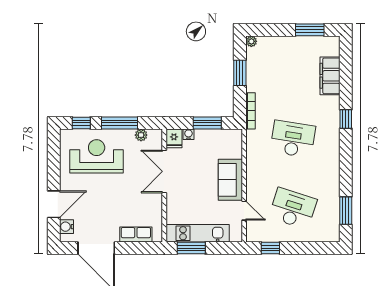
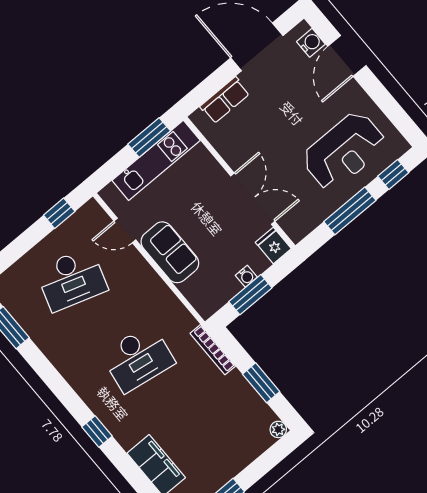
water cooler: (188, 134) -> (246, 276), moved
plant: (141, 135) -> (314, 218), removed

